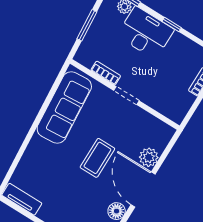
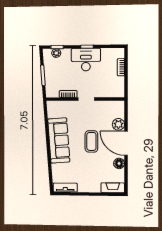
desk: (145, 33) -> (86, 60), moved
sofa: (64, 107) -> (59, 140), moved

